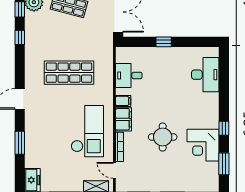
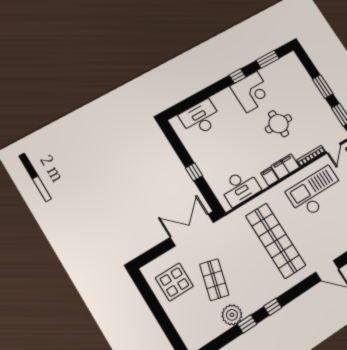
shop shelf: (69, 73) -> (276, 241), width x1.40
desk: (129, 75) -> (240, 187), width x1.37
corner desk: (203, 145) -> (252, 92), moved

